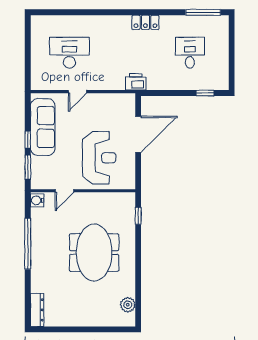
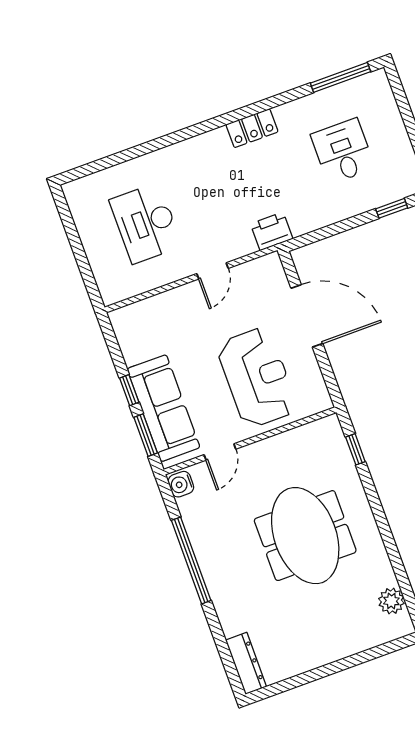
desk: (69, 53) -> (146, 223), turned -90
door: (78, 92) -> (213, 271), moved
sofa: (43, 127) -> (163, 408), moved
door: (138, 134) -> (307, 316), hinge flipped

